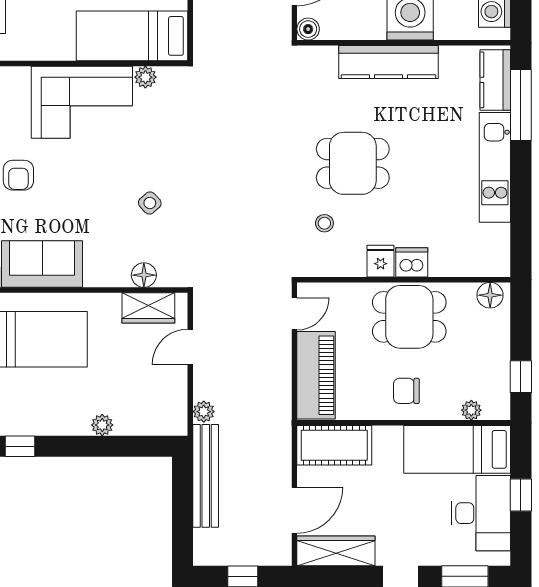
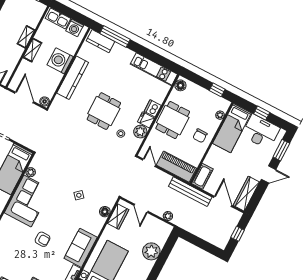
kitchen unit: (495, 167) -> (154, 69), moved
plant: (350, 262) -> (140, 132), added
plant: (102, 425) -> (151, 251), width x1.87, depth x1.87
cot: (334, 445) -> (202, 176), width x0.73, depth x0.75
bench: (206, 476) -> (190, 192), moved

